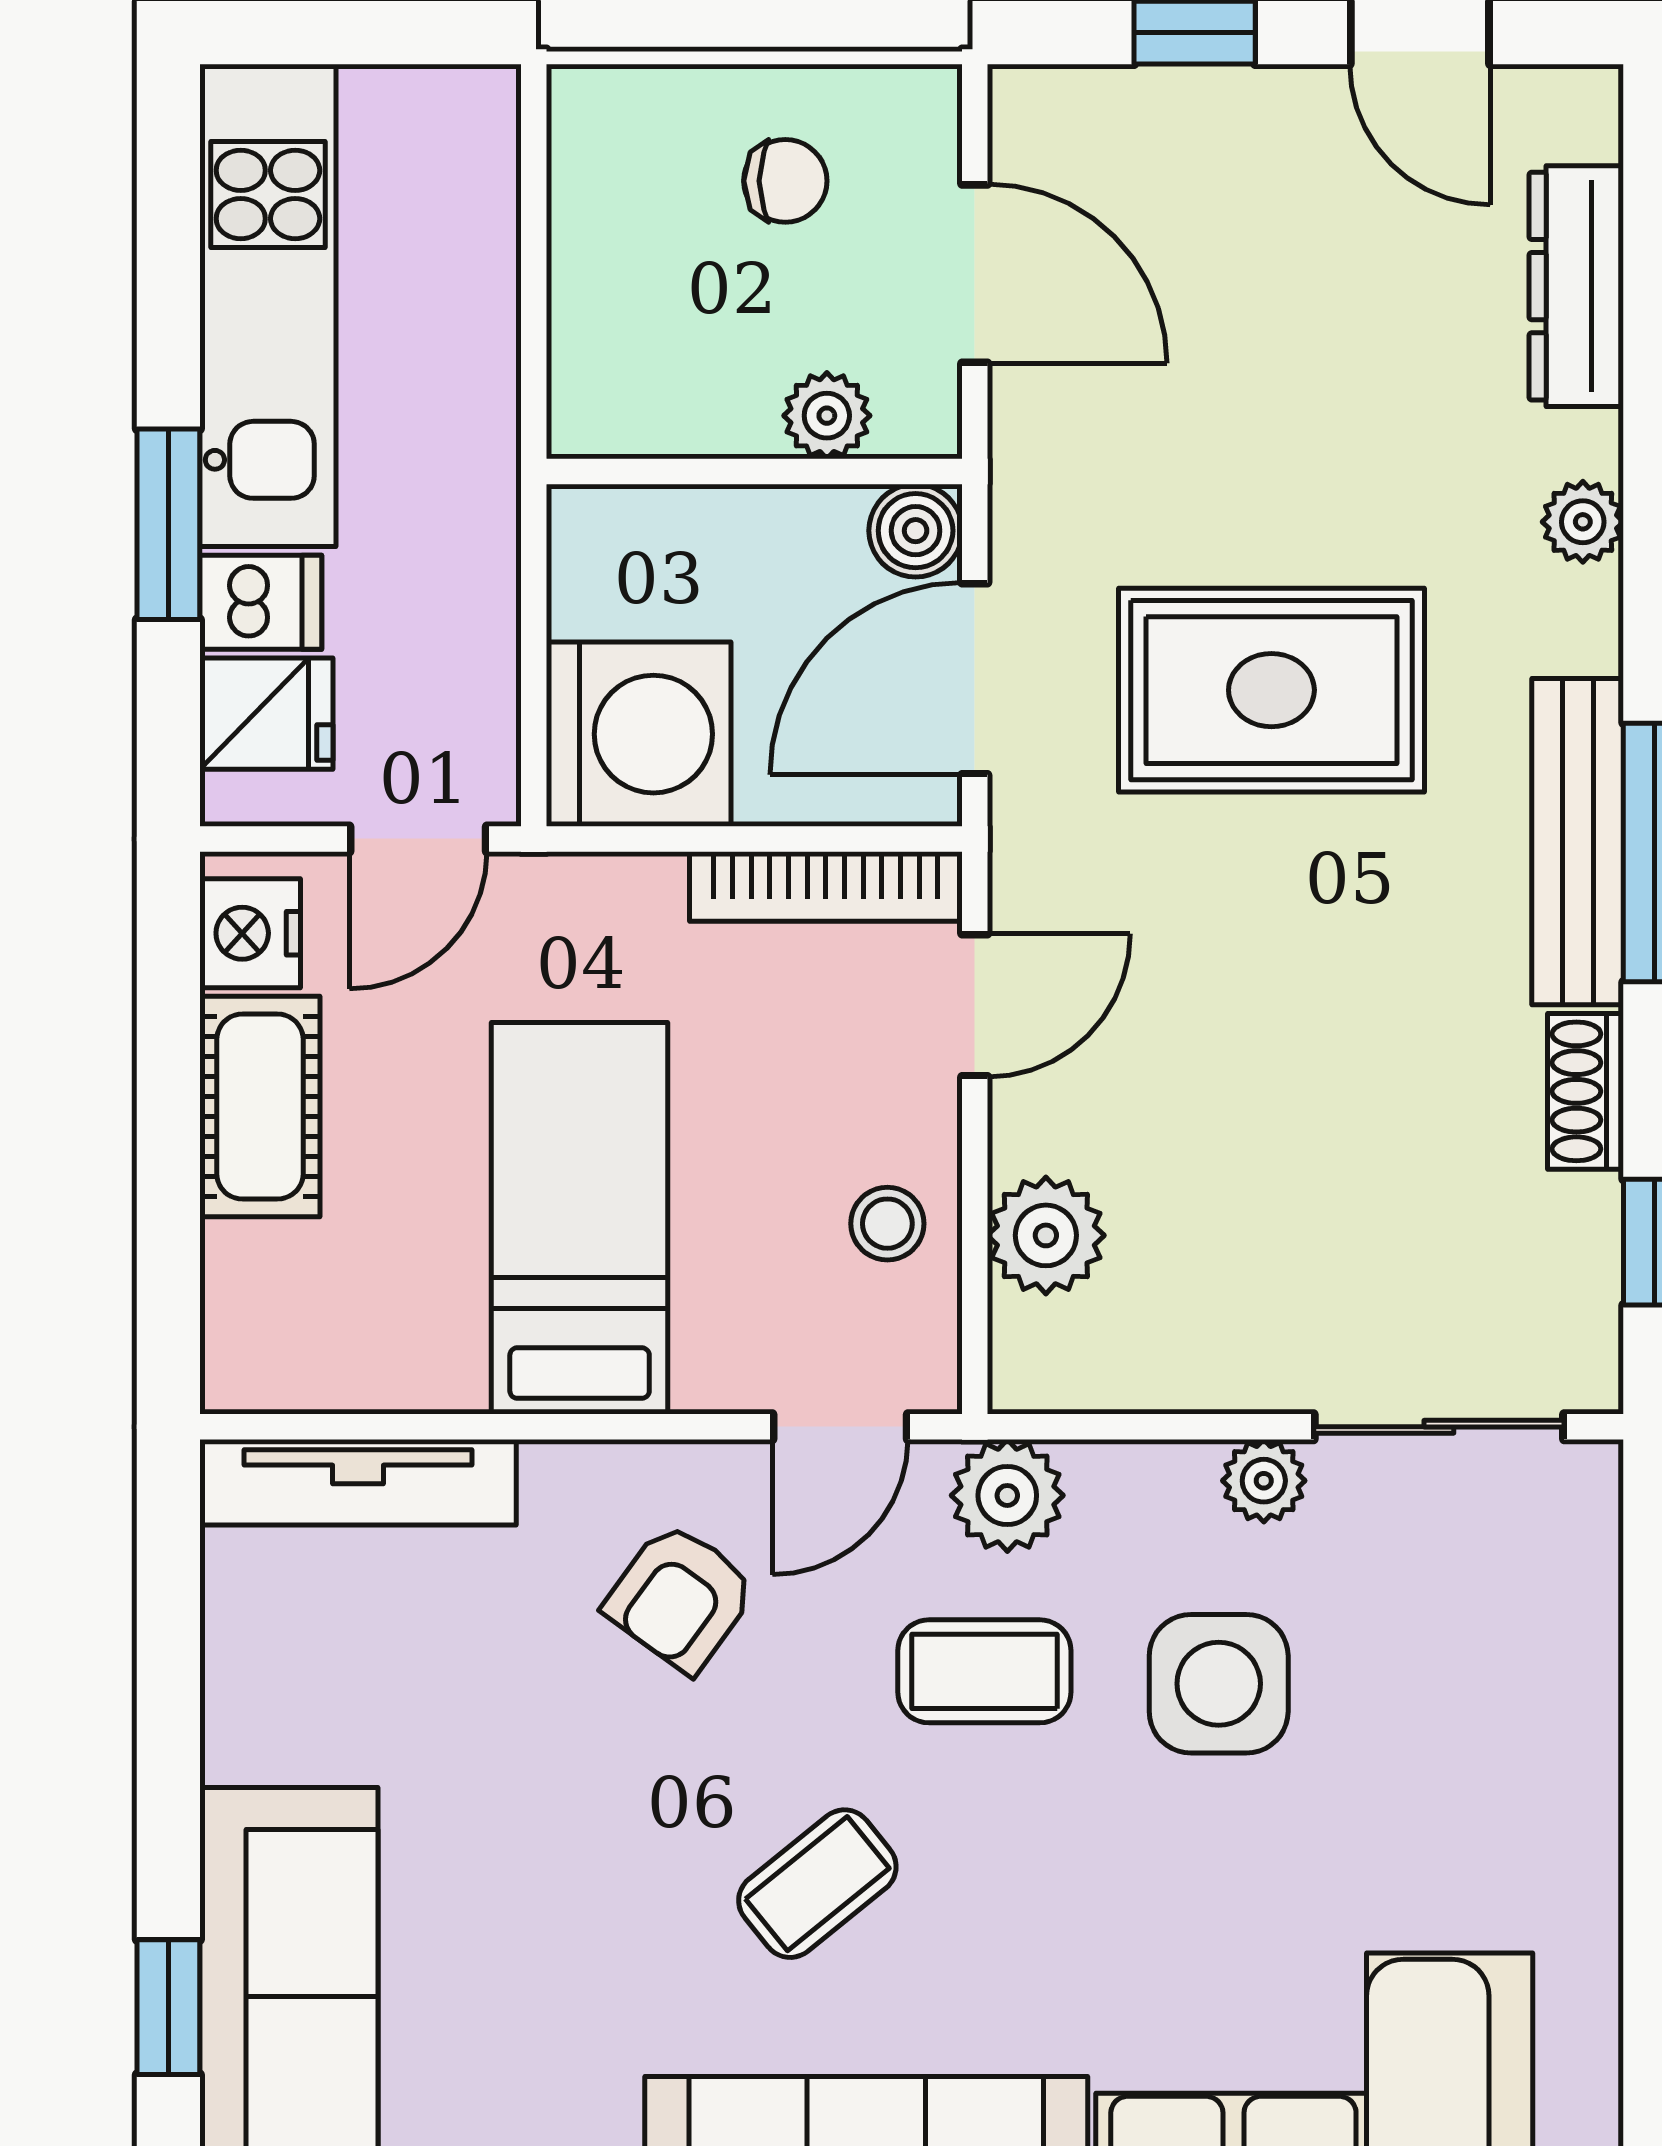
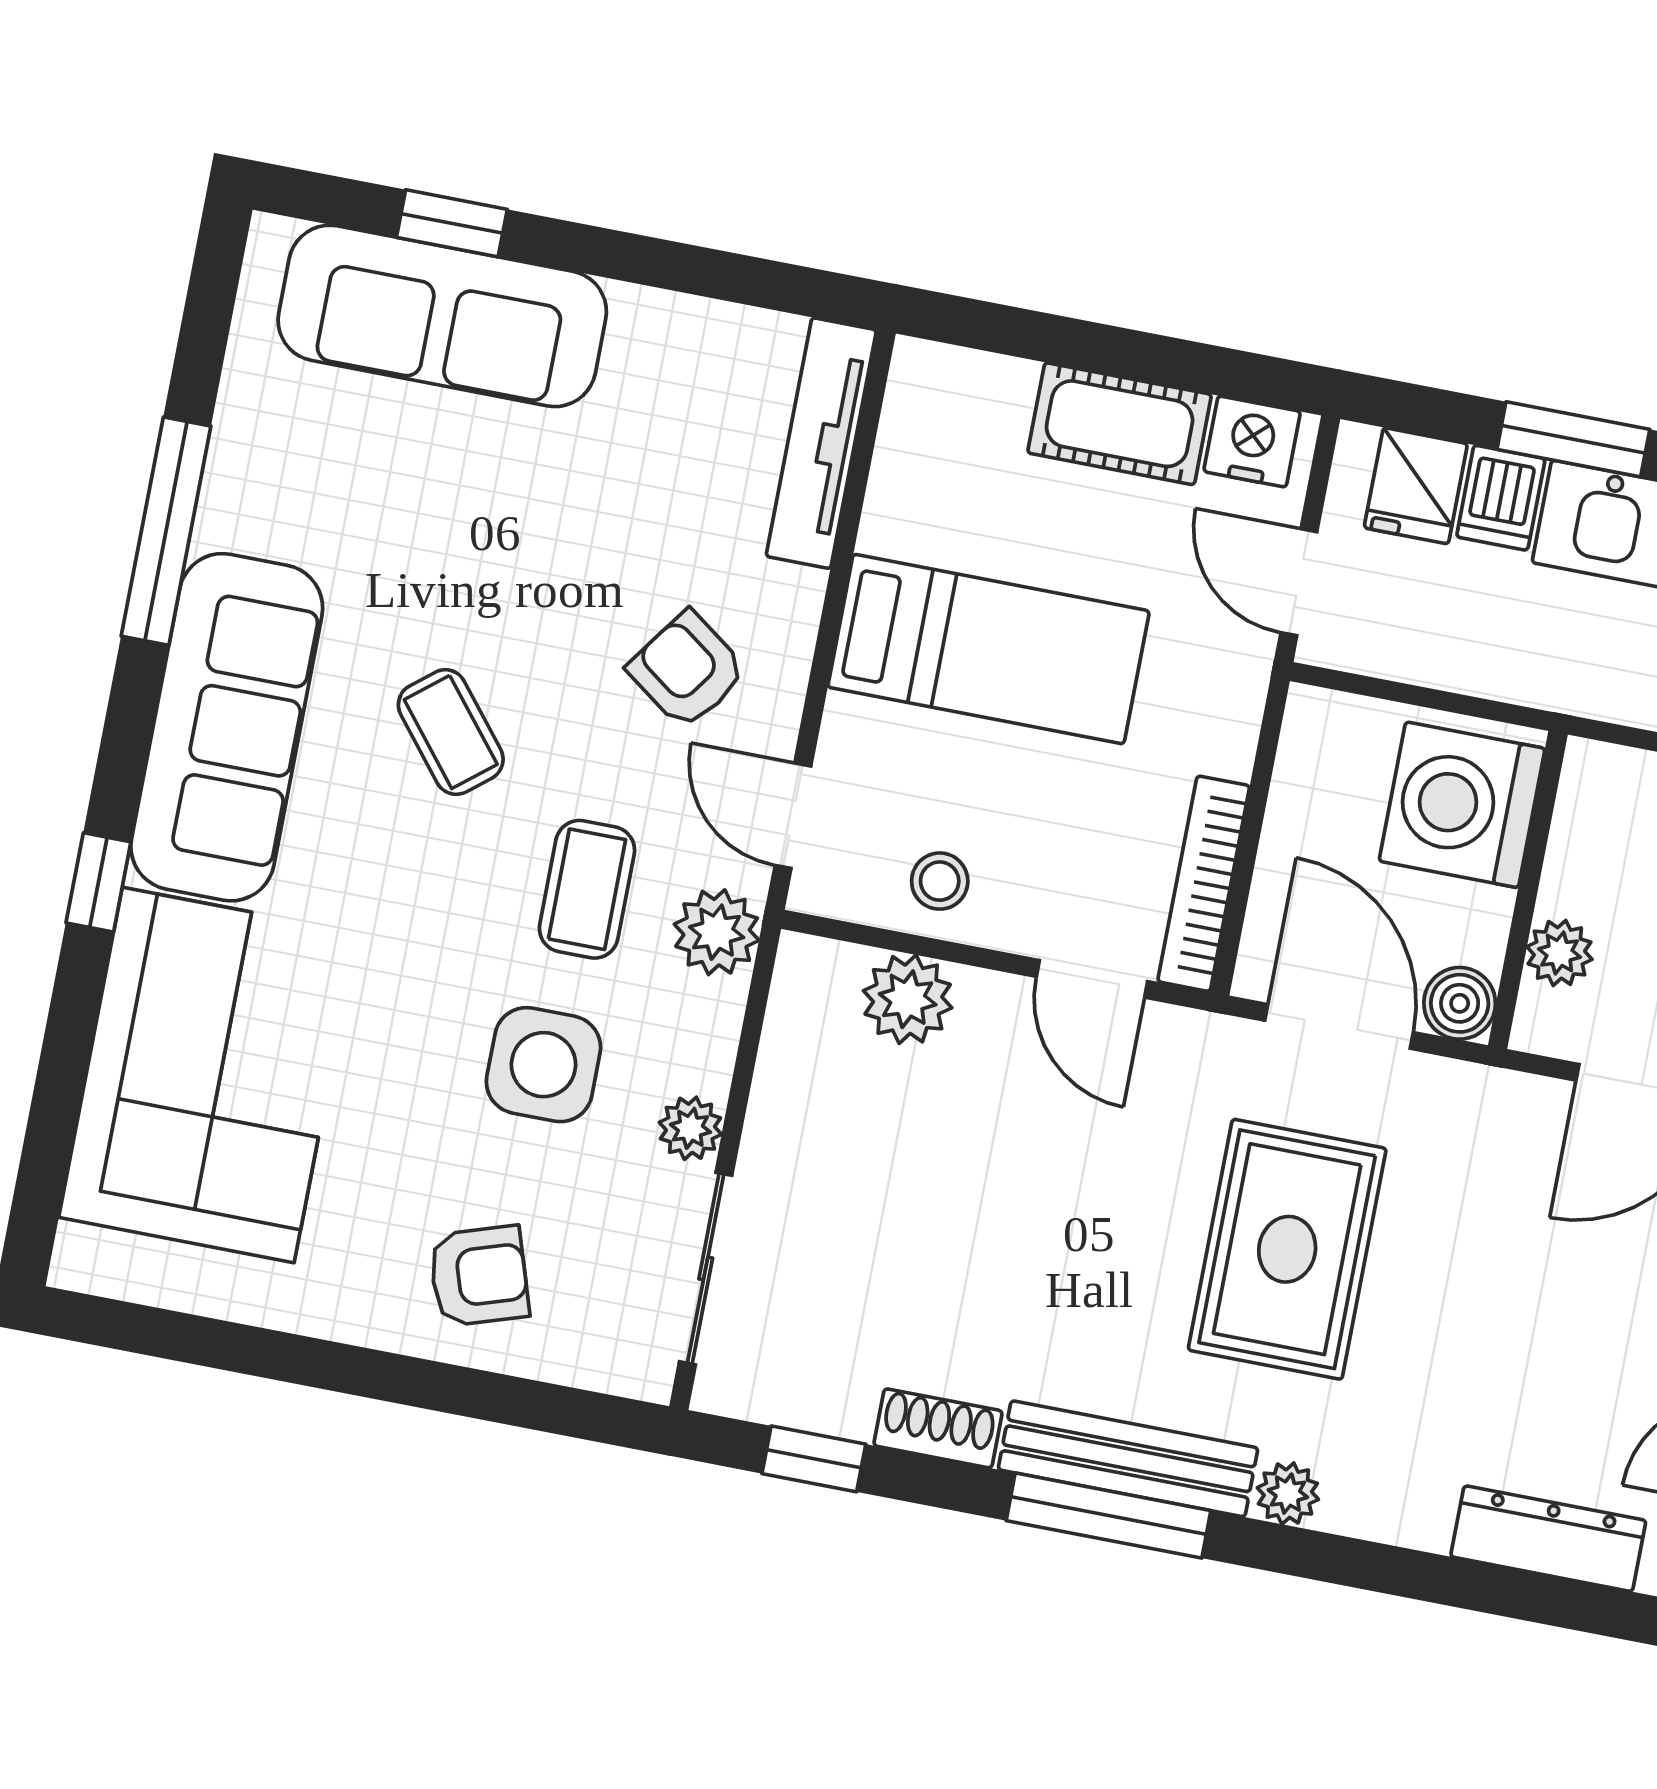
plant: (1583, 522) -> (1288, 1494), moved
washing machine: (639, 734) -> (1462, 805), moved, turned 90
armchair: (1504, 1714) -> (479, 1276), added

